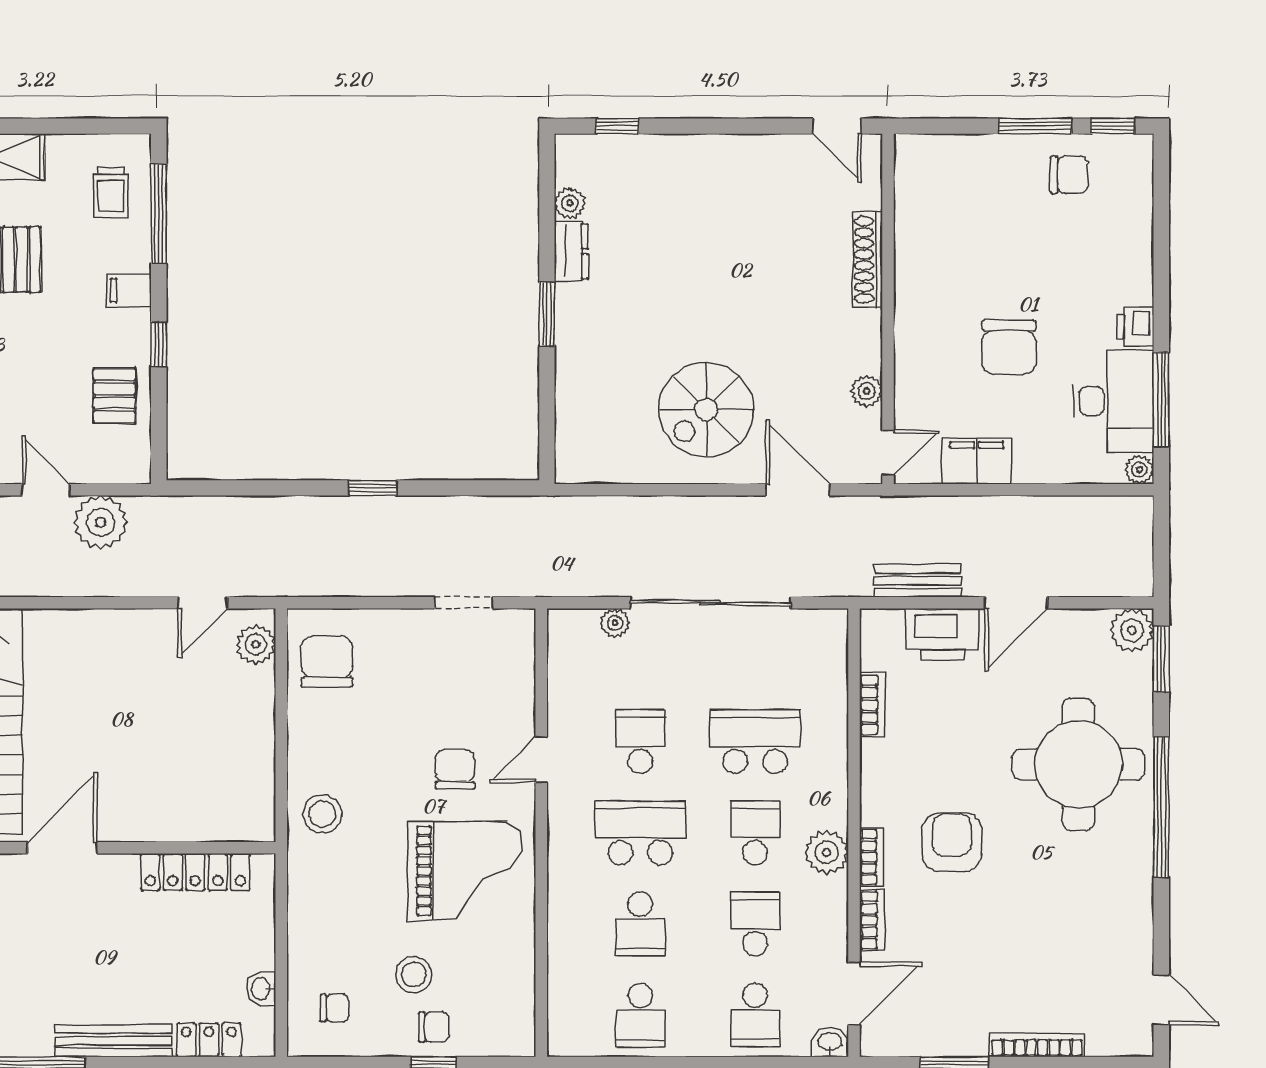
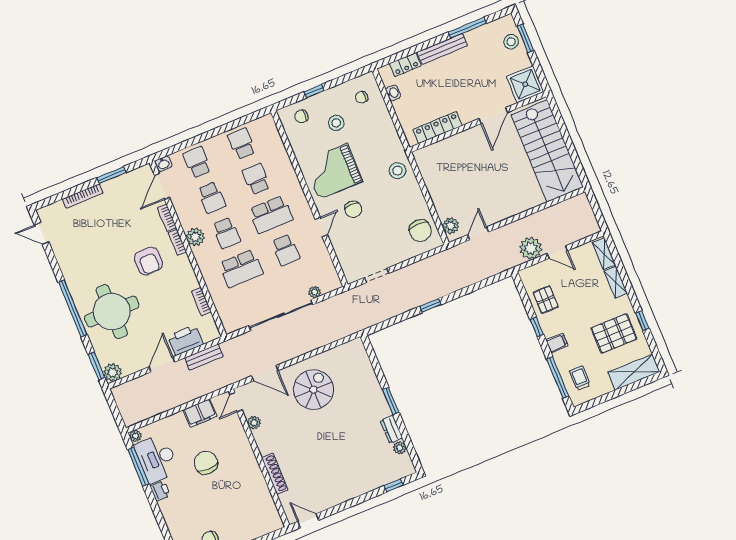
chair: (434, 1027) -> (301, 116), moved

